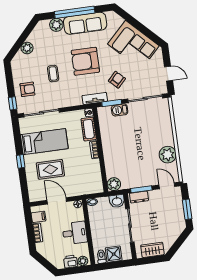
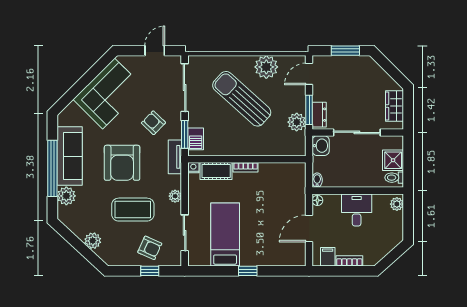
coffee table: (53, 74) -> (133, 210), width x1.86, depth x1.72
armchair: (27, 89) -> (150, 248), turned 114
plant: (67, 102) -> (175, 196), added
window: (13, 103) -> (150, 271), moved
barbecue: (120, 110) -> (196, 139), moved
sliding door: (42, 113) -> (185, 233), width x0.73
sun lounger: (143, 140) -> (242, 99), added
rug: (50, 169) -> (264, 231), removed
plant: (114, 184) -> (297, 122), moved
printer: (71, 262) -> (395, 221), removed

